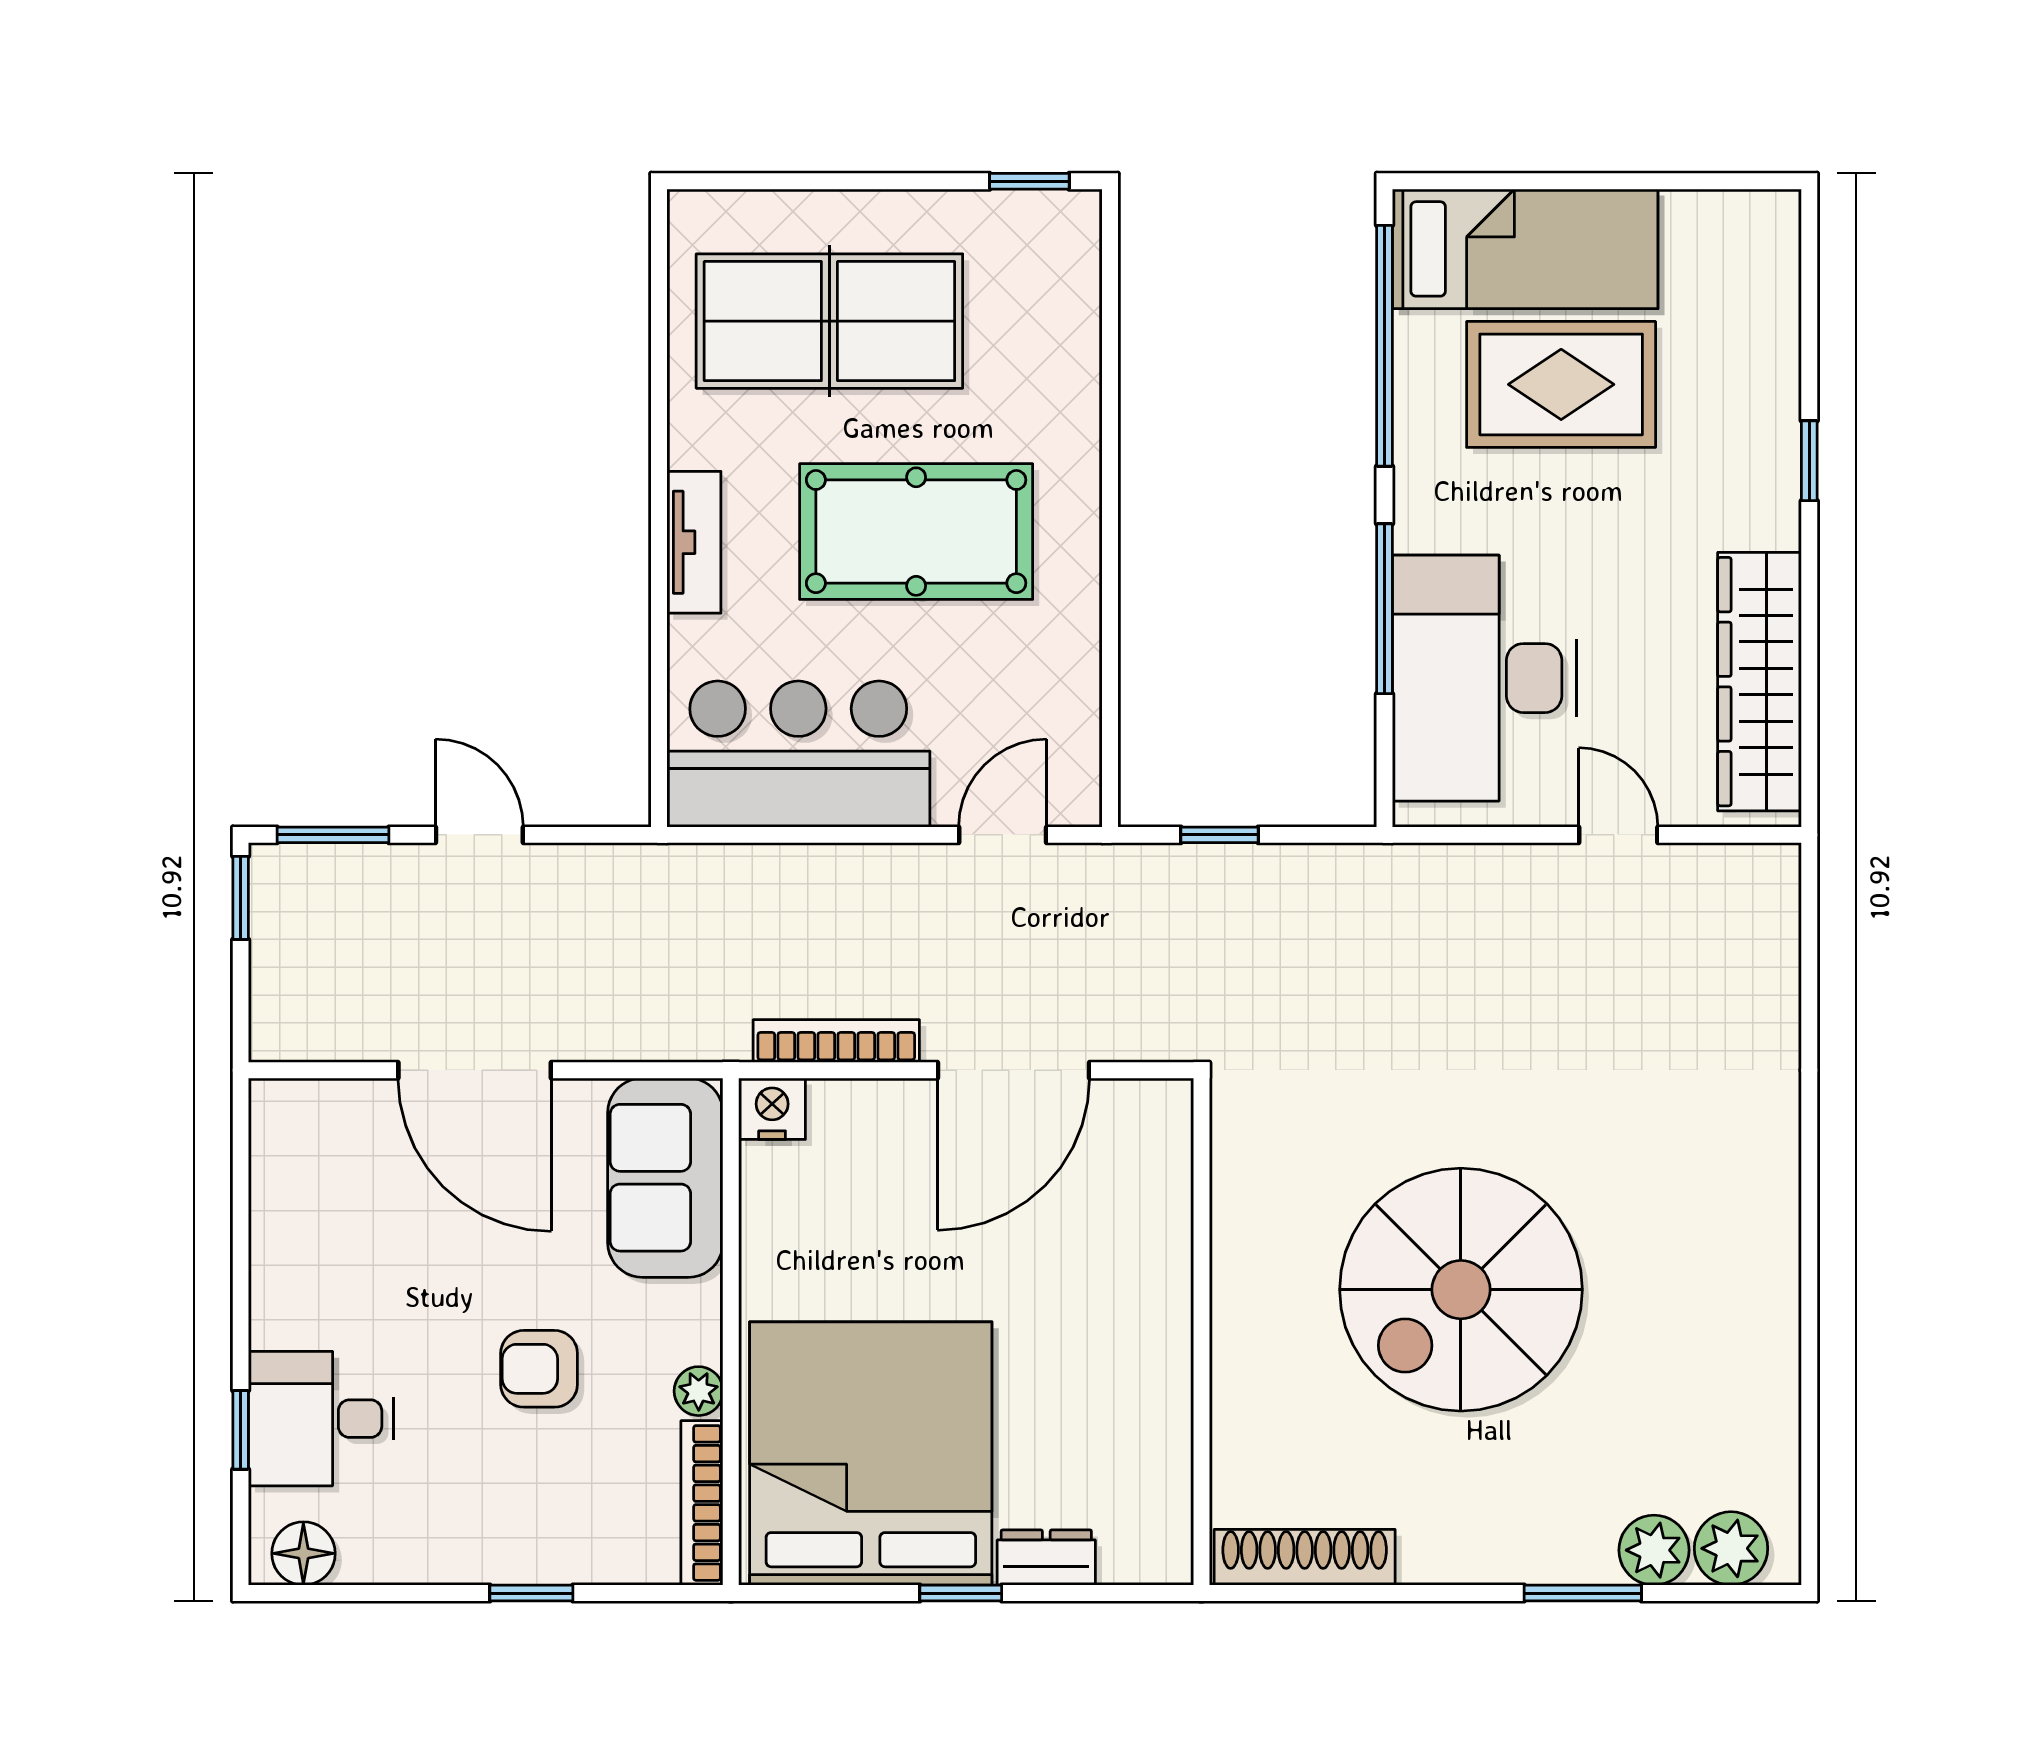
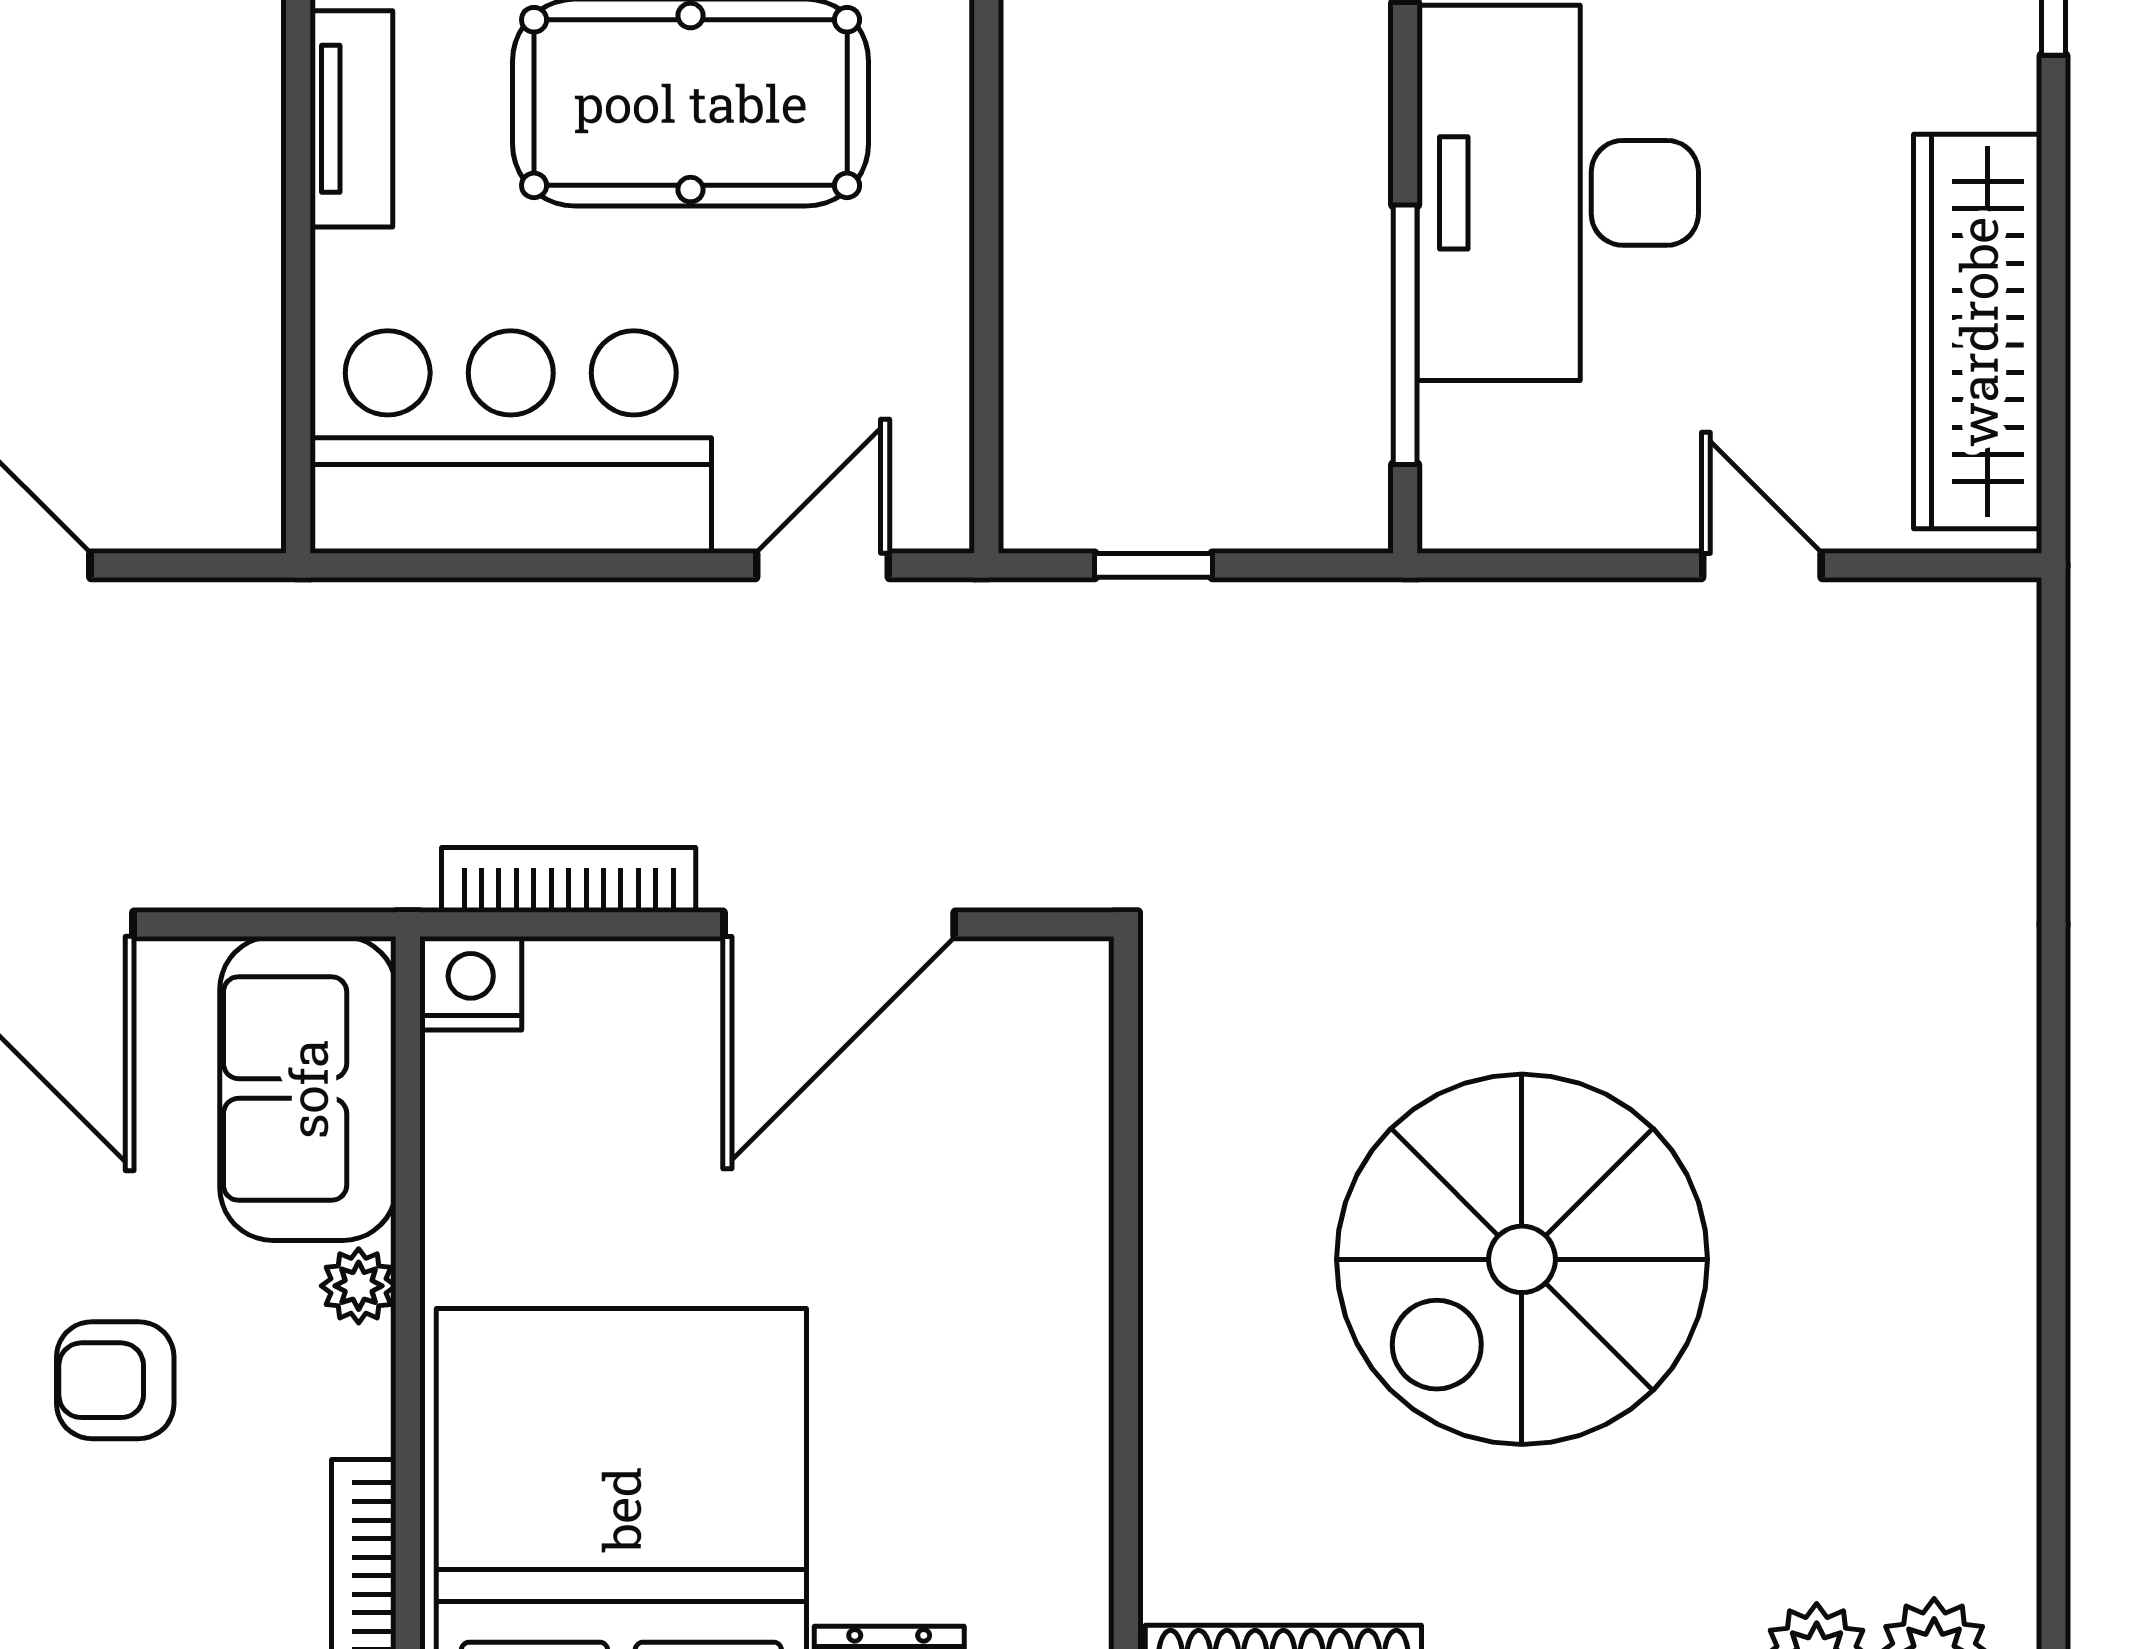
window: (1384, 609) -> (1405, 335), moved
desk: (1484, 678) -> (1558, 193), moved
plant: (699, 1391) -> (359, 1286), moved

